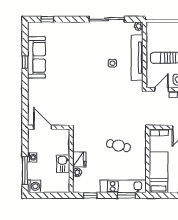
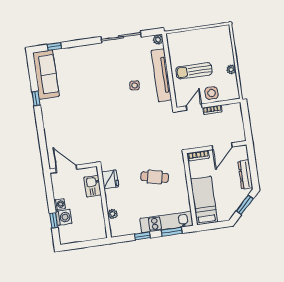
sofa: (36, 57) -> (46, 75), moved
fridge: (79, 160) -> (110, 179), moved
kitchen sink: (63, 164) -> (92, 186), moved
window: (25, 171) -> (54, 220), width x0.46
washing machine: (34, 186) -> (64, 217), moved
window: (90, 195) -> (143, 236), moved

